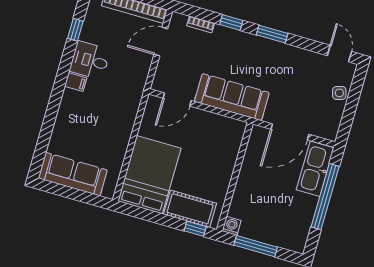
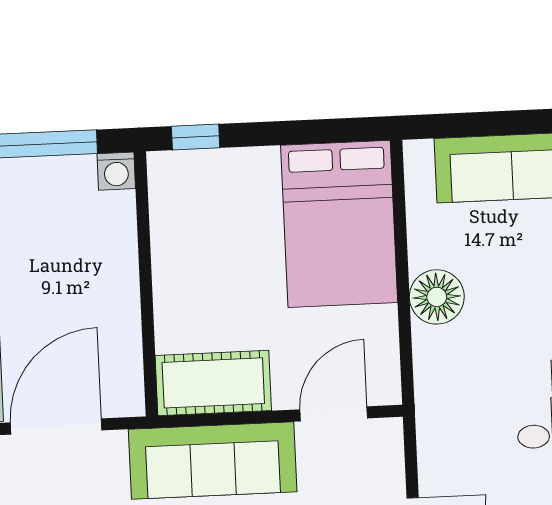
floor lamp: (120, 132) -> (437, 297), added
cot: (190, 209) -> (213, 383), moved

